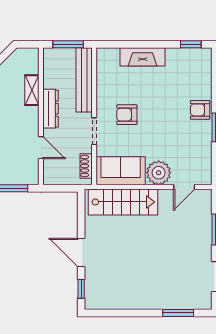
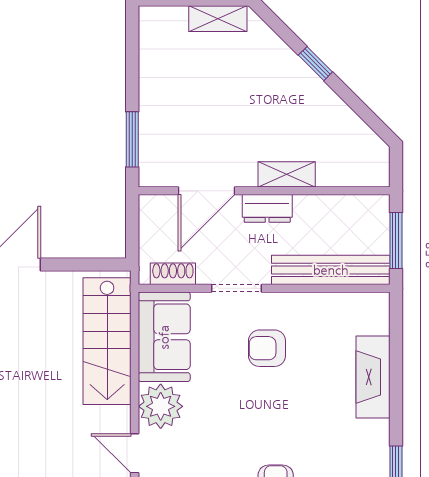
shelving: (32, 90) -> (287, 174), moved
dresser: (51, 109) -> (267, 208), width x0.70
armchair: (127, 115) -> (267, 348), turned -90
door: (41, 148) -> (207, 191), width x1.38

